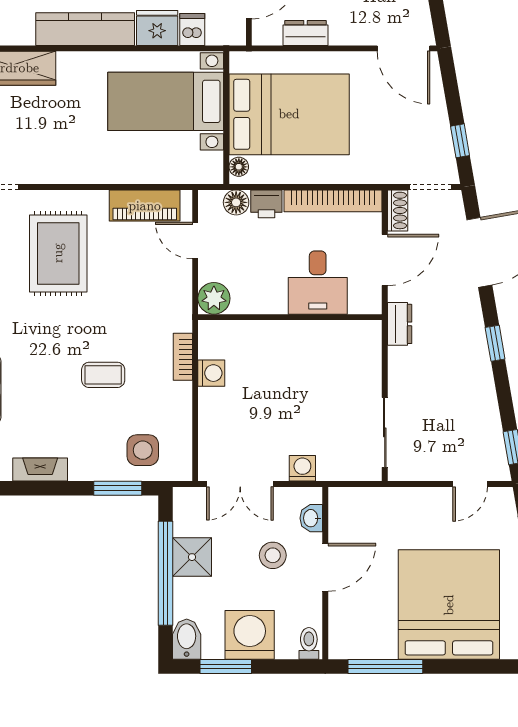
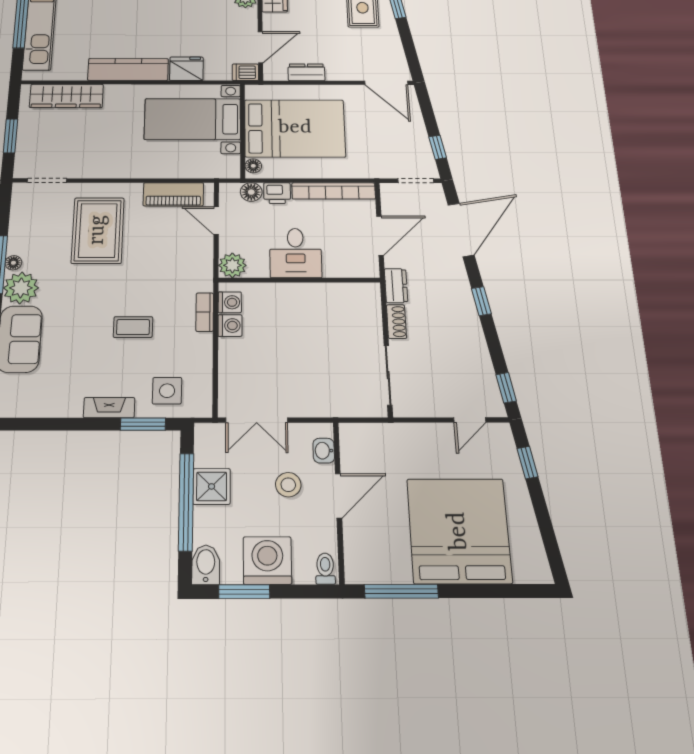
dishwasher: (192, 29) -> (245, 72), moved, turned -90
shoe rack: (398, 210) -> (396, 322), moved
desk: (318, 283) -> (296, 253), moved
washing machine: (302, 468) -> (230, 302), moved, turned 90
fireplace: (40, 470) -> (109, 408), moved

